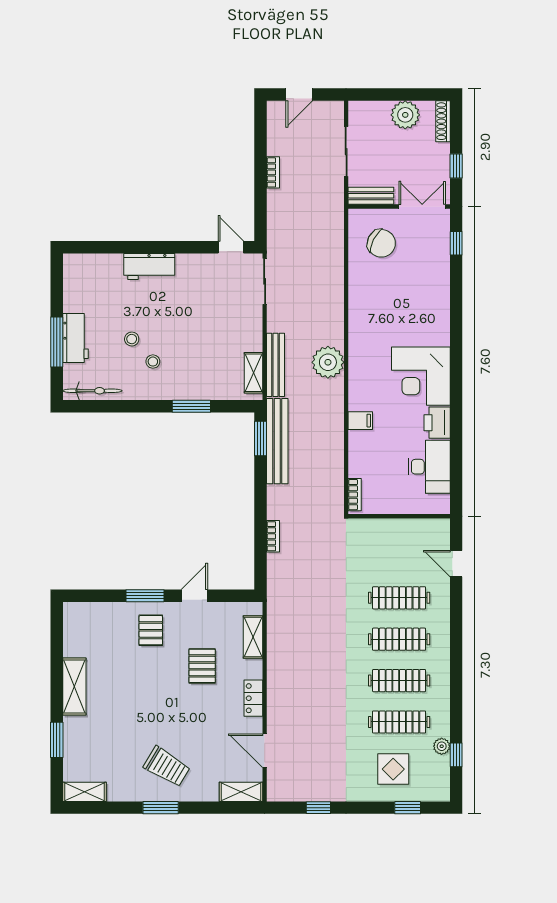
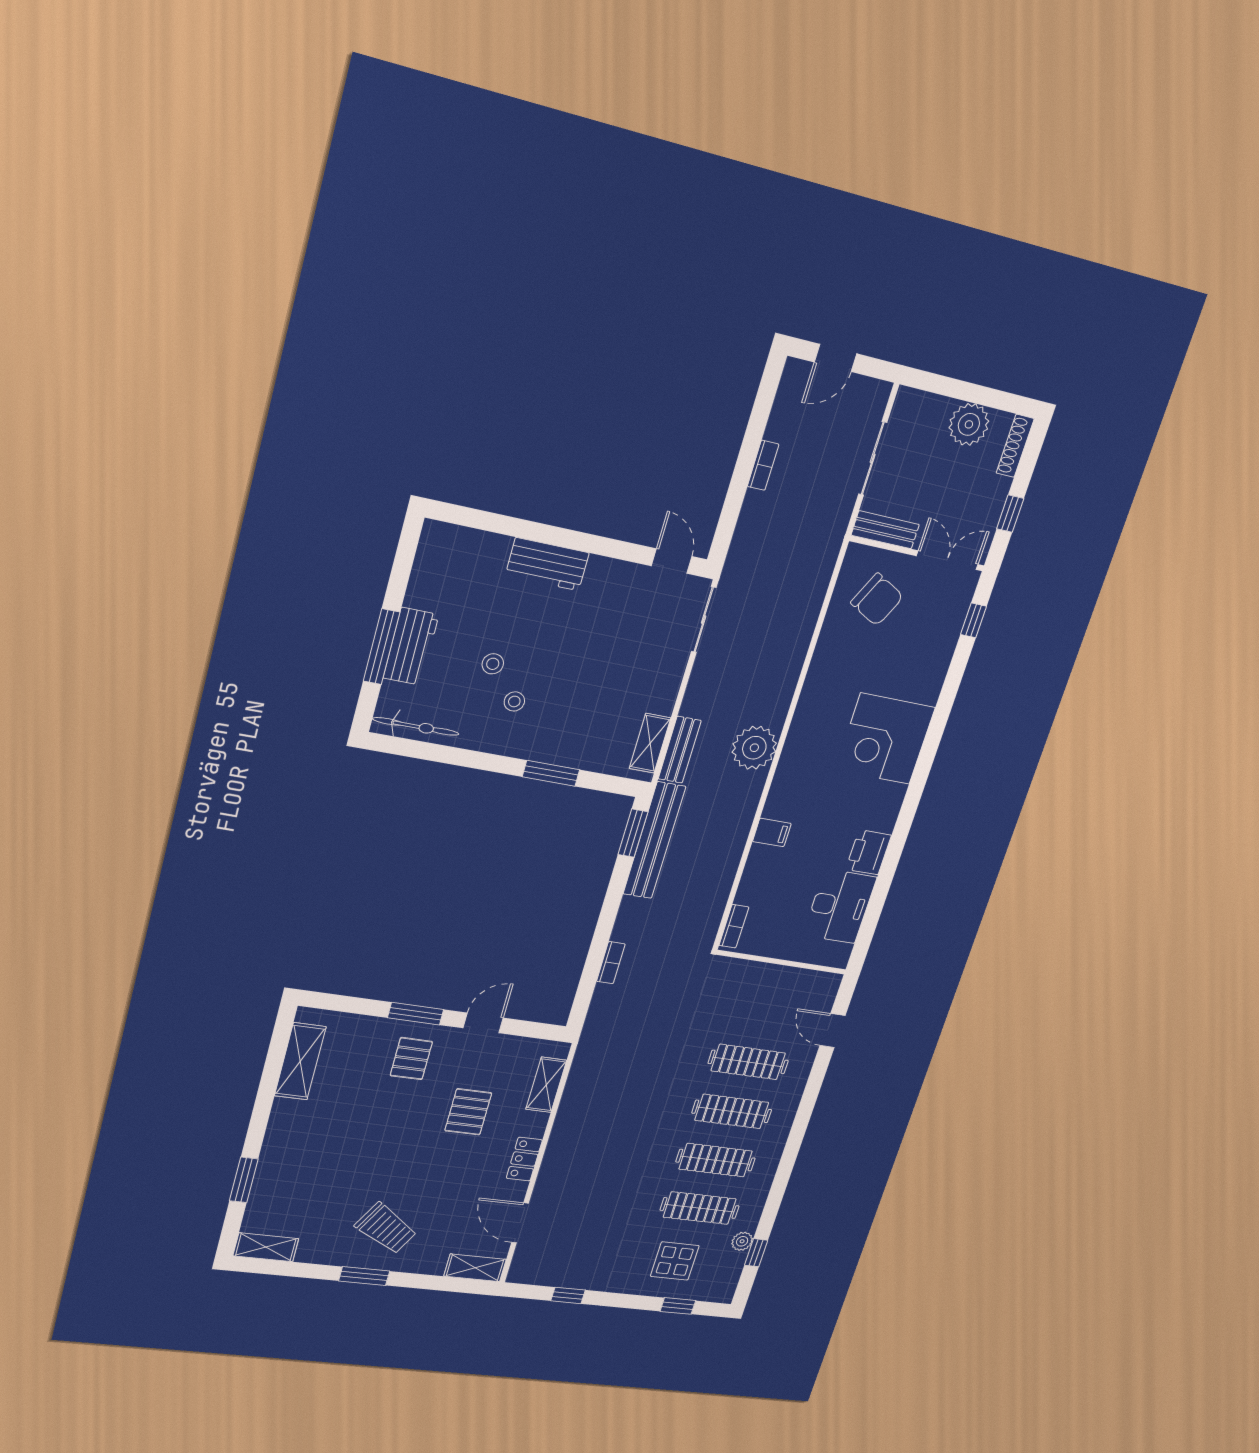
bench: (276, 365) -> (680, 750), width x0.73
corner desk: (421, 376) -> (885, 739), moved
shelving: (74, 687) -> (300, 1061), moved

